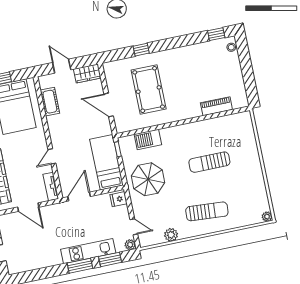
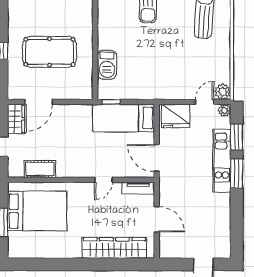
door: (109, 105) -> (39, 102), moved
door: (52, 156) -> (104, 180), hinge flipped
parasol: (148, 179) -> (153, 74), removed
fridge: (118, 199) -> (176, 116), width x1.88, depth x1.34
door: (28, 207) -> (157, 219), hinge flipped
plant: (171, 235) -> (223, 92), moved

